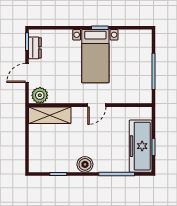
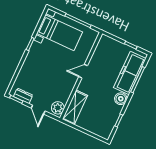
bed with nightstands: (95, 56) -> (60, 33), moved
door: (97, 105) -> (83, 71), swing flipped
freezer: (141, 146) -> (130, 73), moved, turned 90

